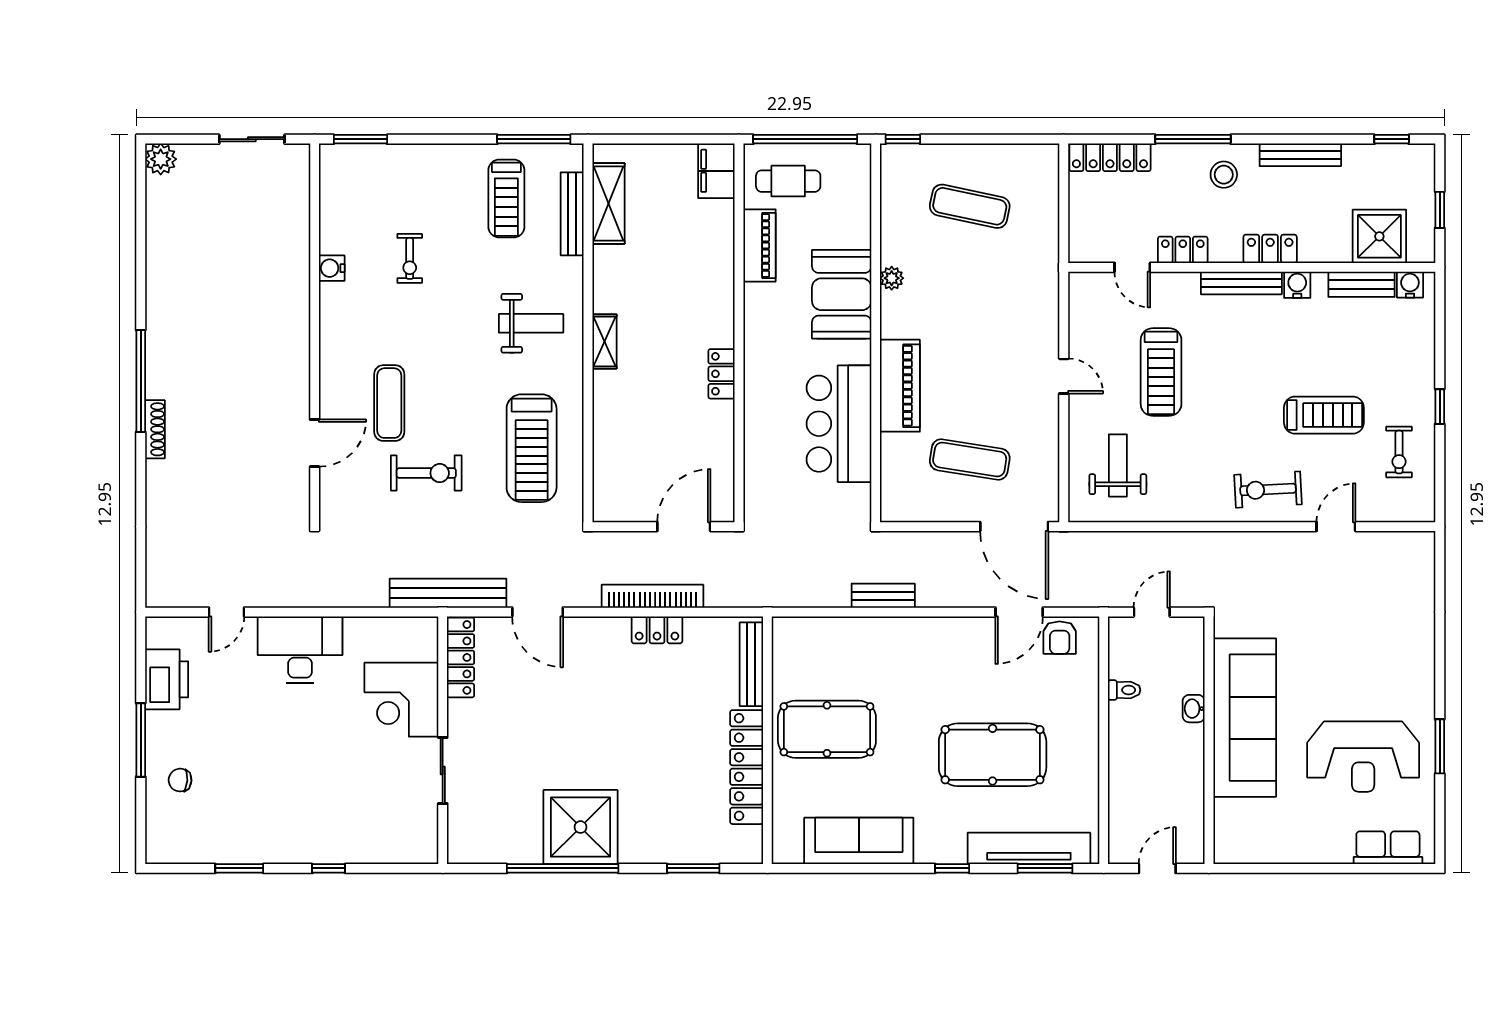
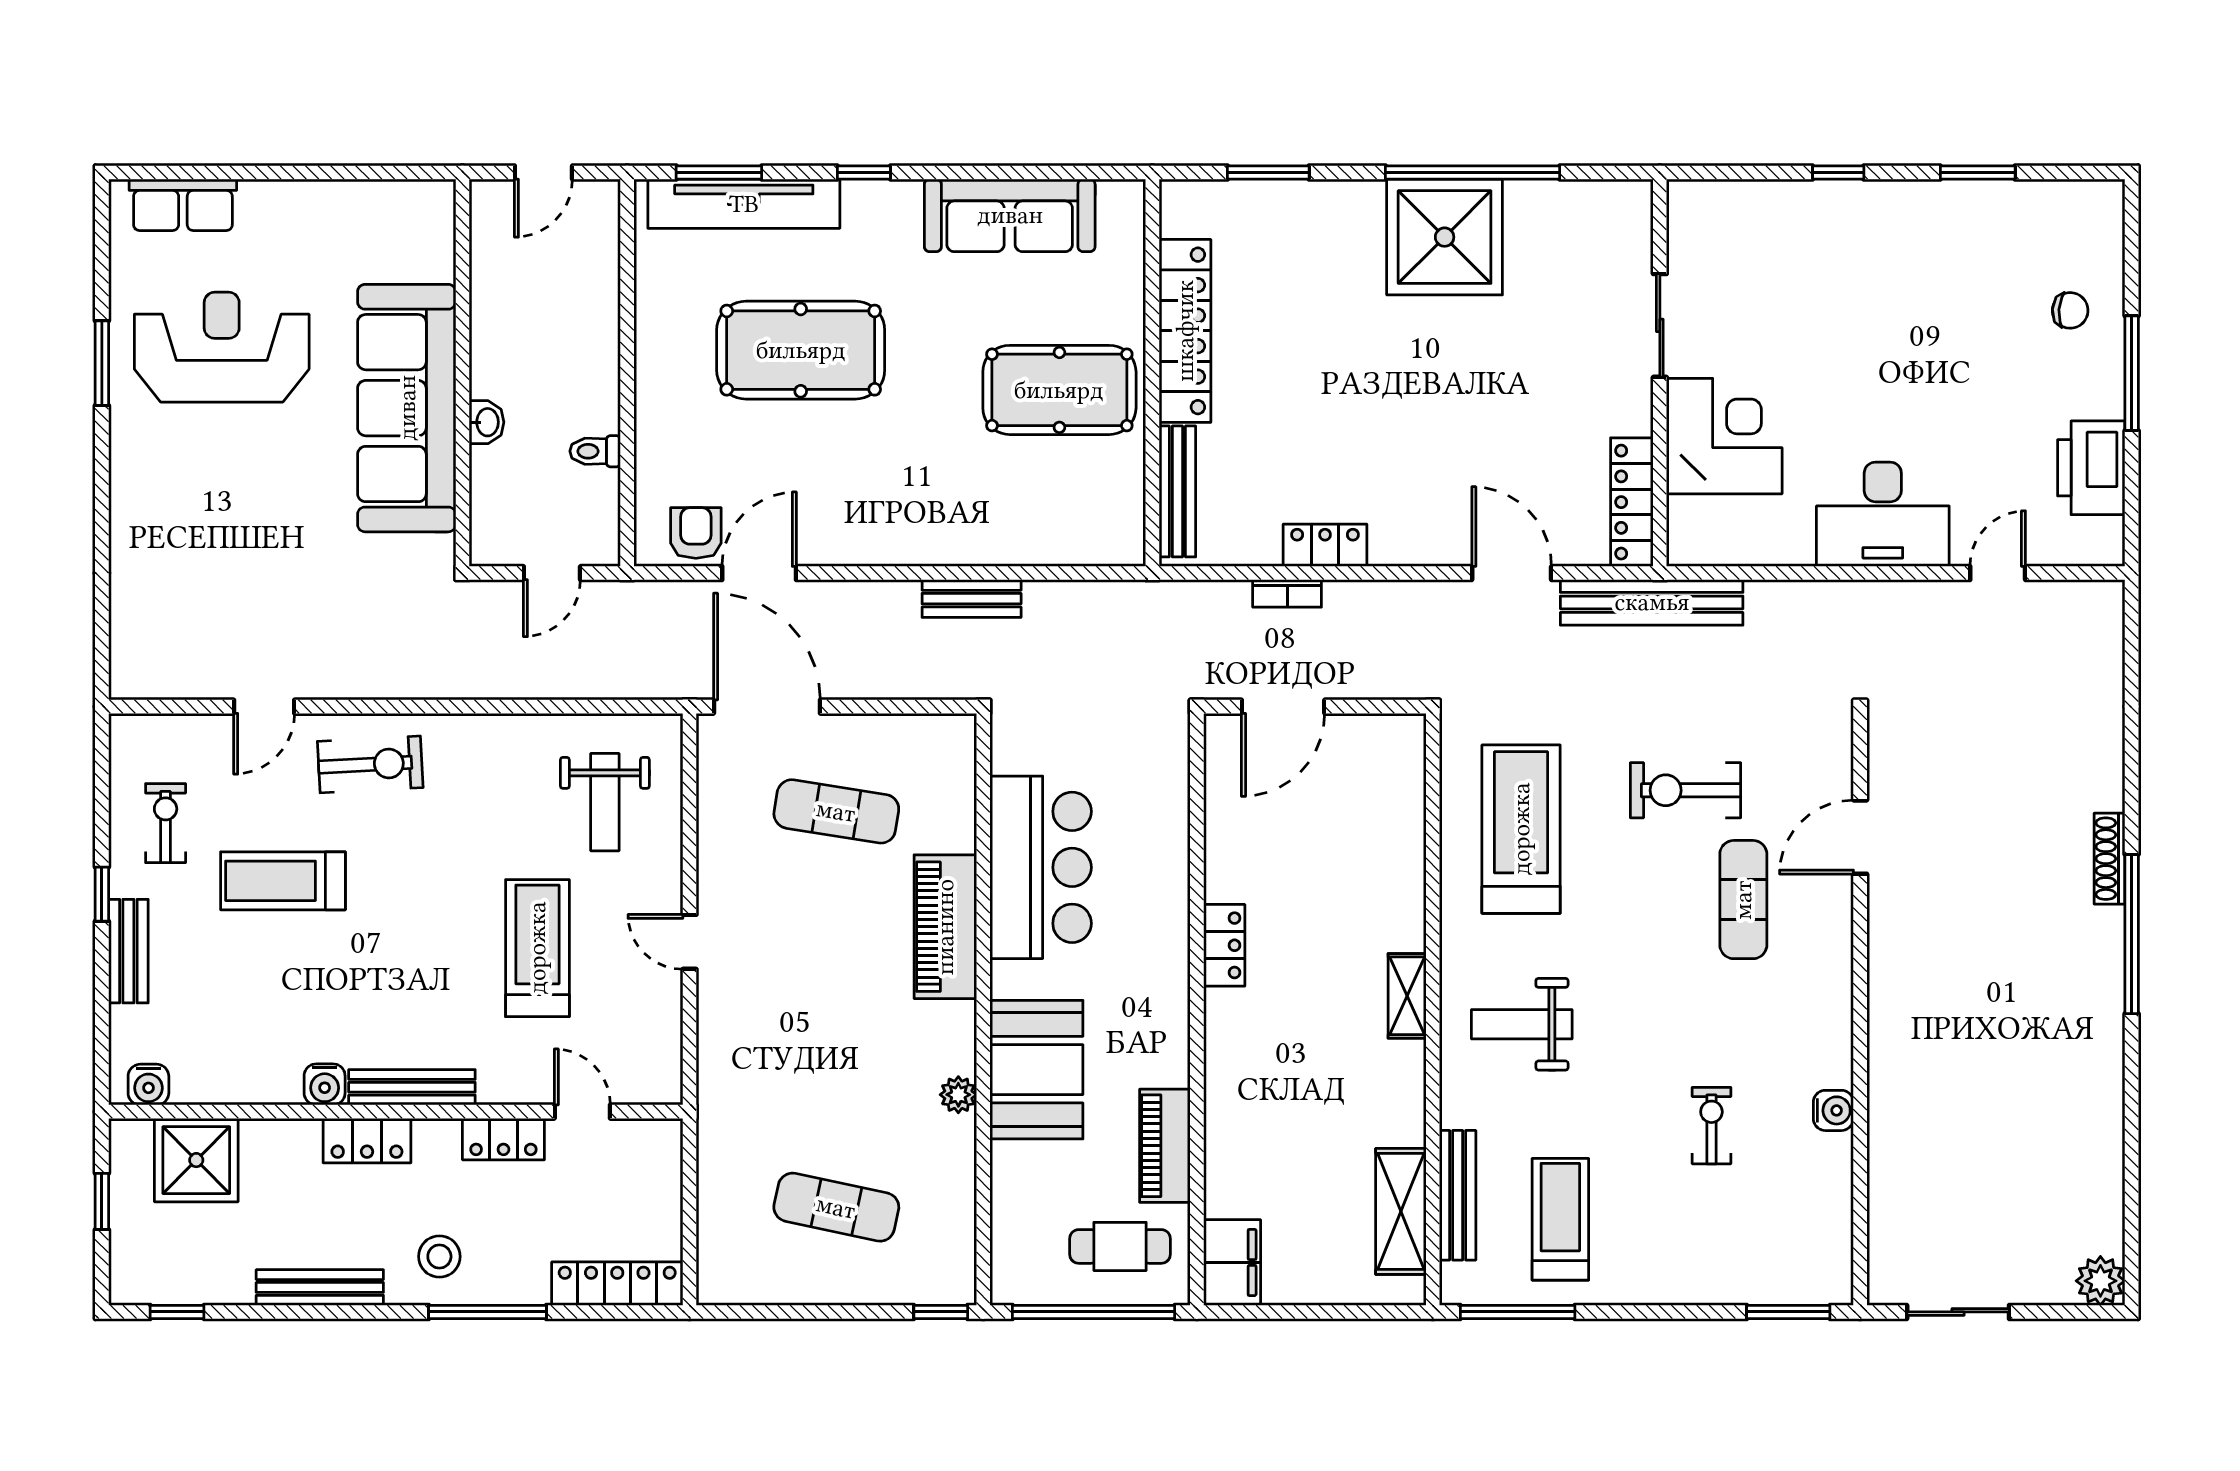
bench: (1361, 284) -> (128, 951), moved, turned 90
bookcase: (652, 596) -> (1287, 593), width x0.43, depth x0.76

